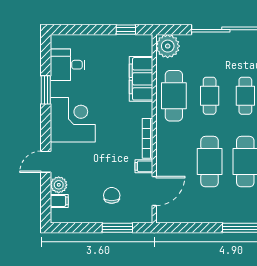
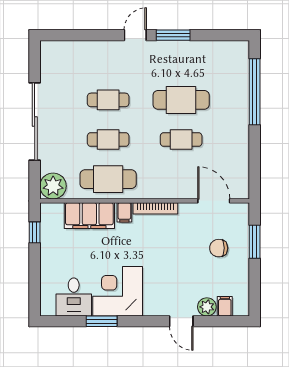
corner desk: (73, 120) -> (118, 291), moved
cafe table: (210, 162) -> (181, 140), width x0.73, depth x0.74
filing cabinet: (144, 166) -> (124, 212), moved

